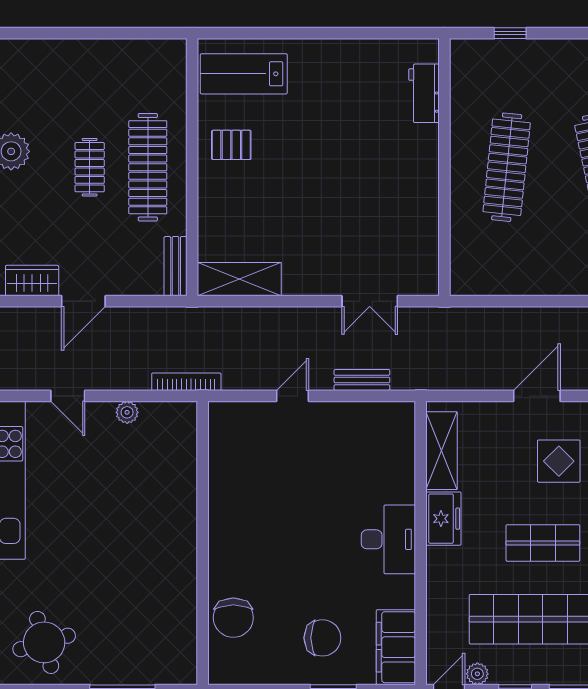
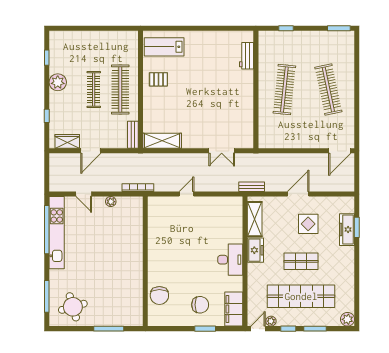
clothes rail: (90, 167) -> (94, 89), width x1.36
bench: (362, 380) -> (252, 187), moved

